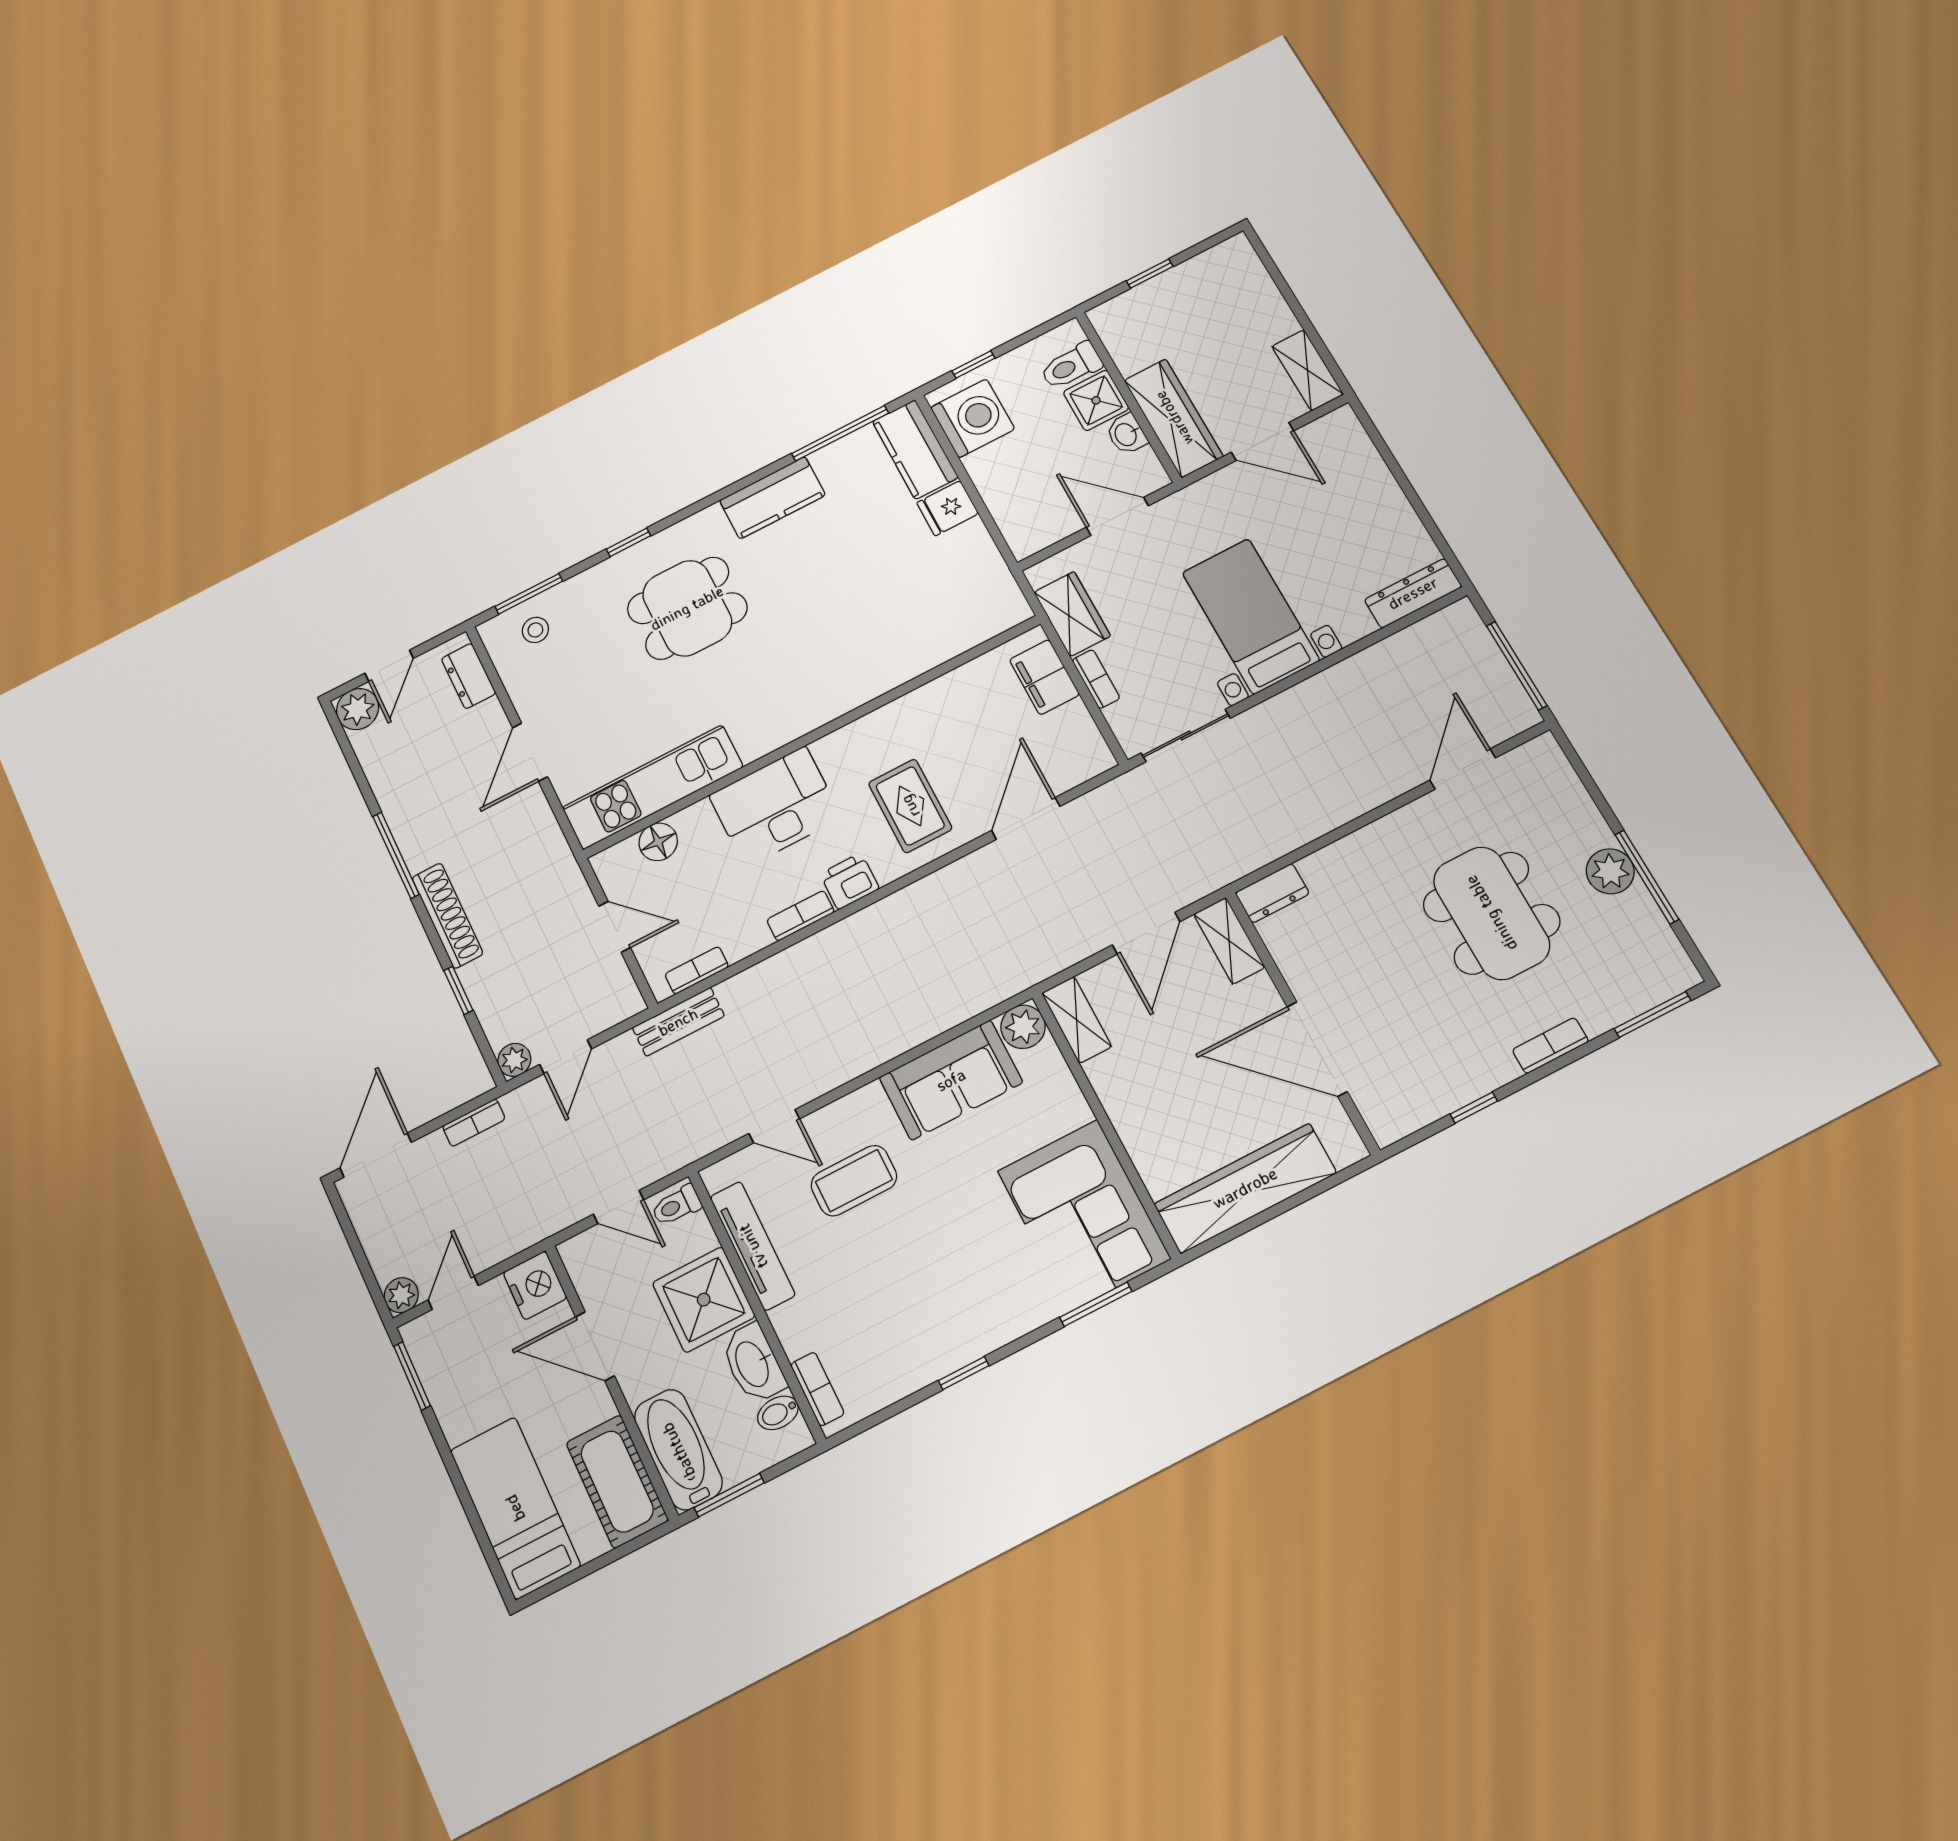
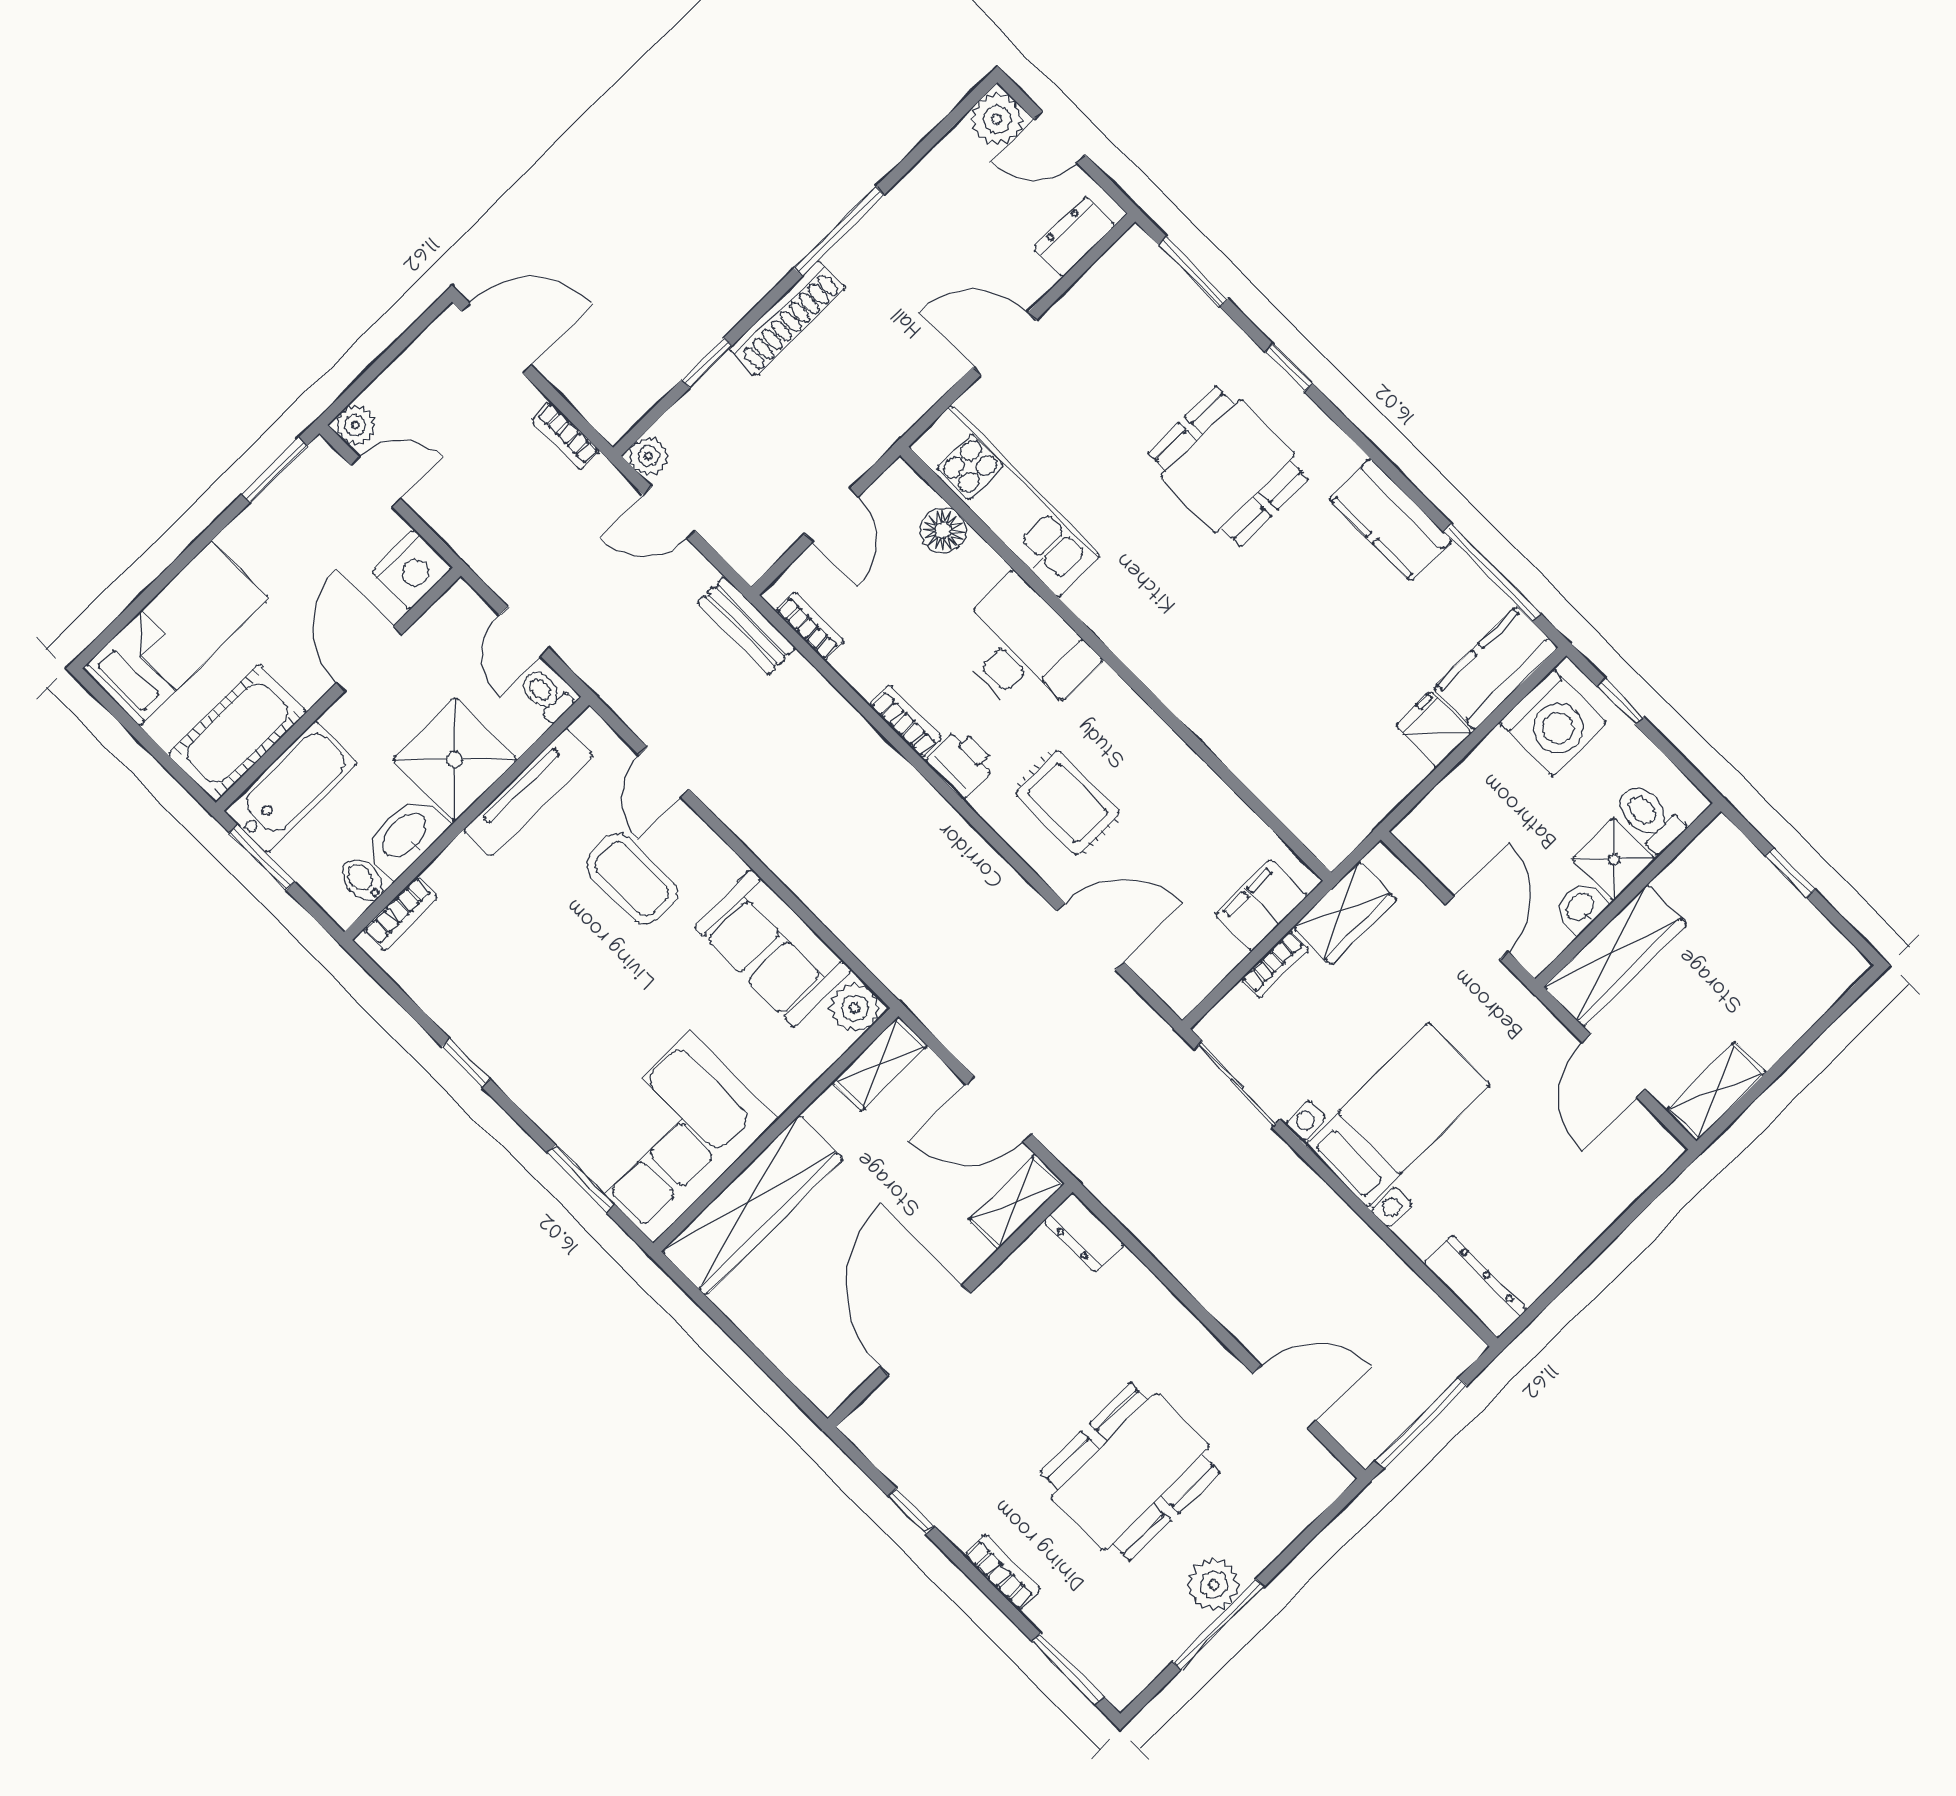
stool: (535, 630) -> (1152, 296), removed
rug: (910, 806) -> (1067, 803), turned 90
wardrobe: (1245, 1188) -> (752, 1205), moved, turned 90

